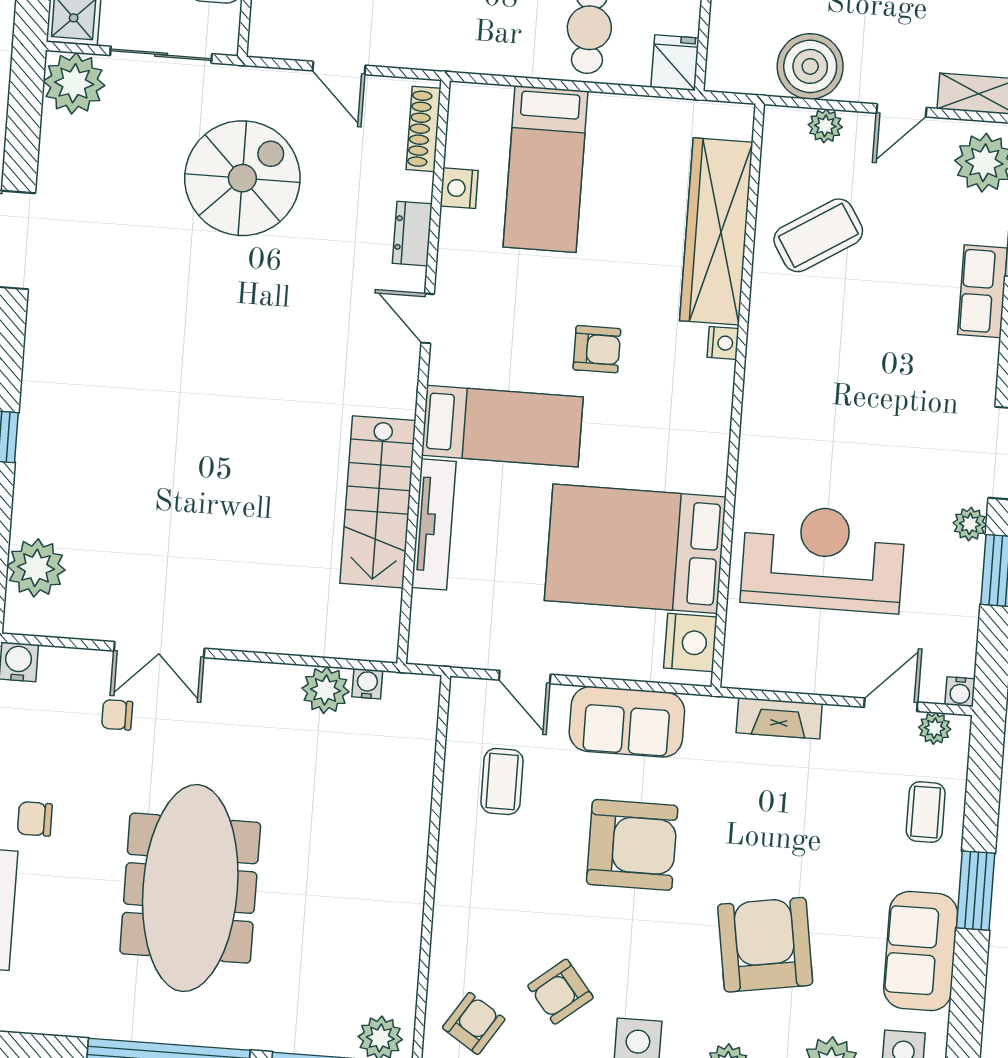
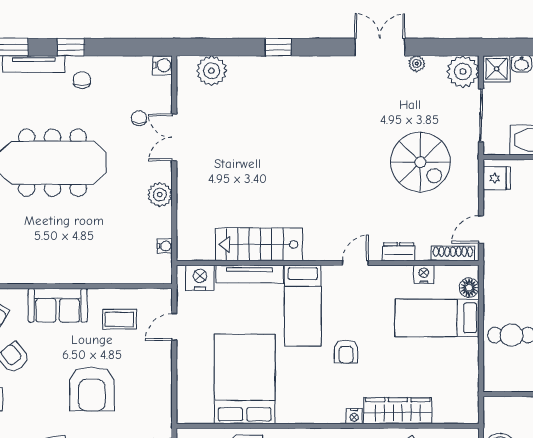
fridge: (675, 63) -> (497, 178), moved
door: (339, 68) -> (481, 229), moved
floor lamp: (492, 103) -> (469, 288), added
plant: (52, 171) -> (417, 64), added
wardrobe: (716, 231) -> (398, 411), width x0.71, depth x0.85
nightstand: (690, 642) -> (200, 278), moved, turned 180
plant: (325, 690) -> (160, 195), moved
sofa: (627, 722) -> (58, 305), moved, turned -90

